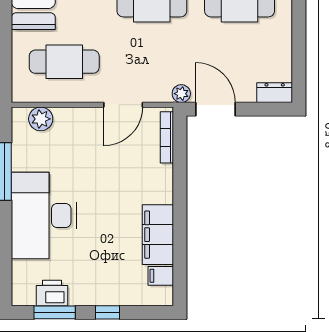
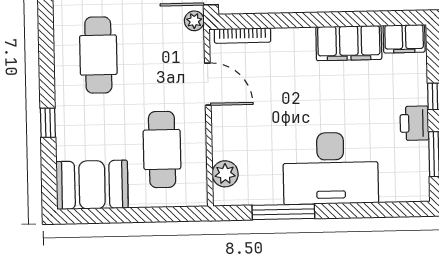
filing cabinet: (161, 276) -> (404, 39), width x2.00
printer: (52, 293) -> (414, 123), moved

